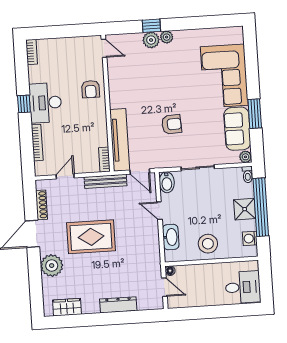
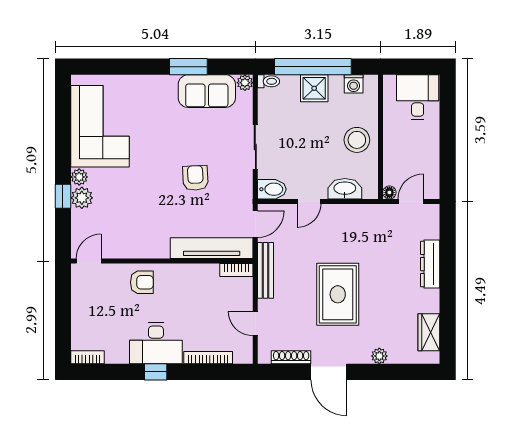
corner sofa: (224, 76) -> (100, 126), moved, turned -90
plant: (52, 266) -> (379, 356), width x0.53, depth x0.53

